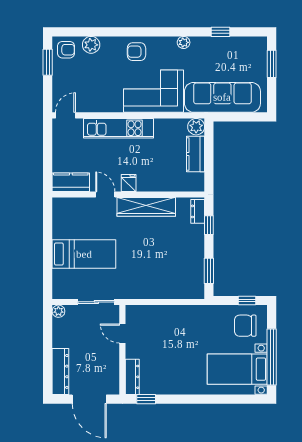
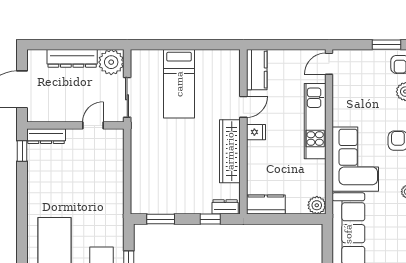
door: (65, 115) -> (329, 64), swing flipped
kitchen counter: (196, 154) -> (266, 205), moved
plant: (58, 311) -> (111, 62), width x1.88, depth x1.88
dresser: (60, 371) -> (72, 58), moved

